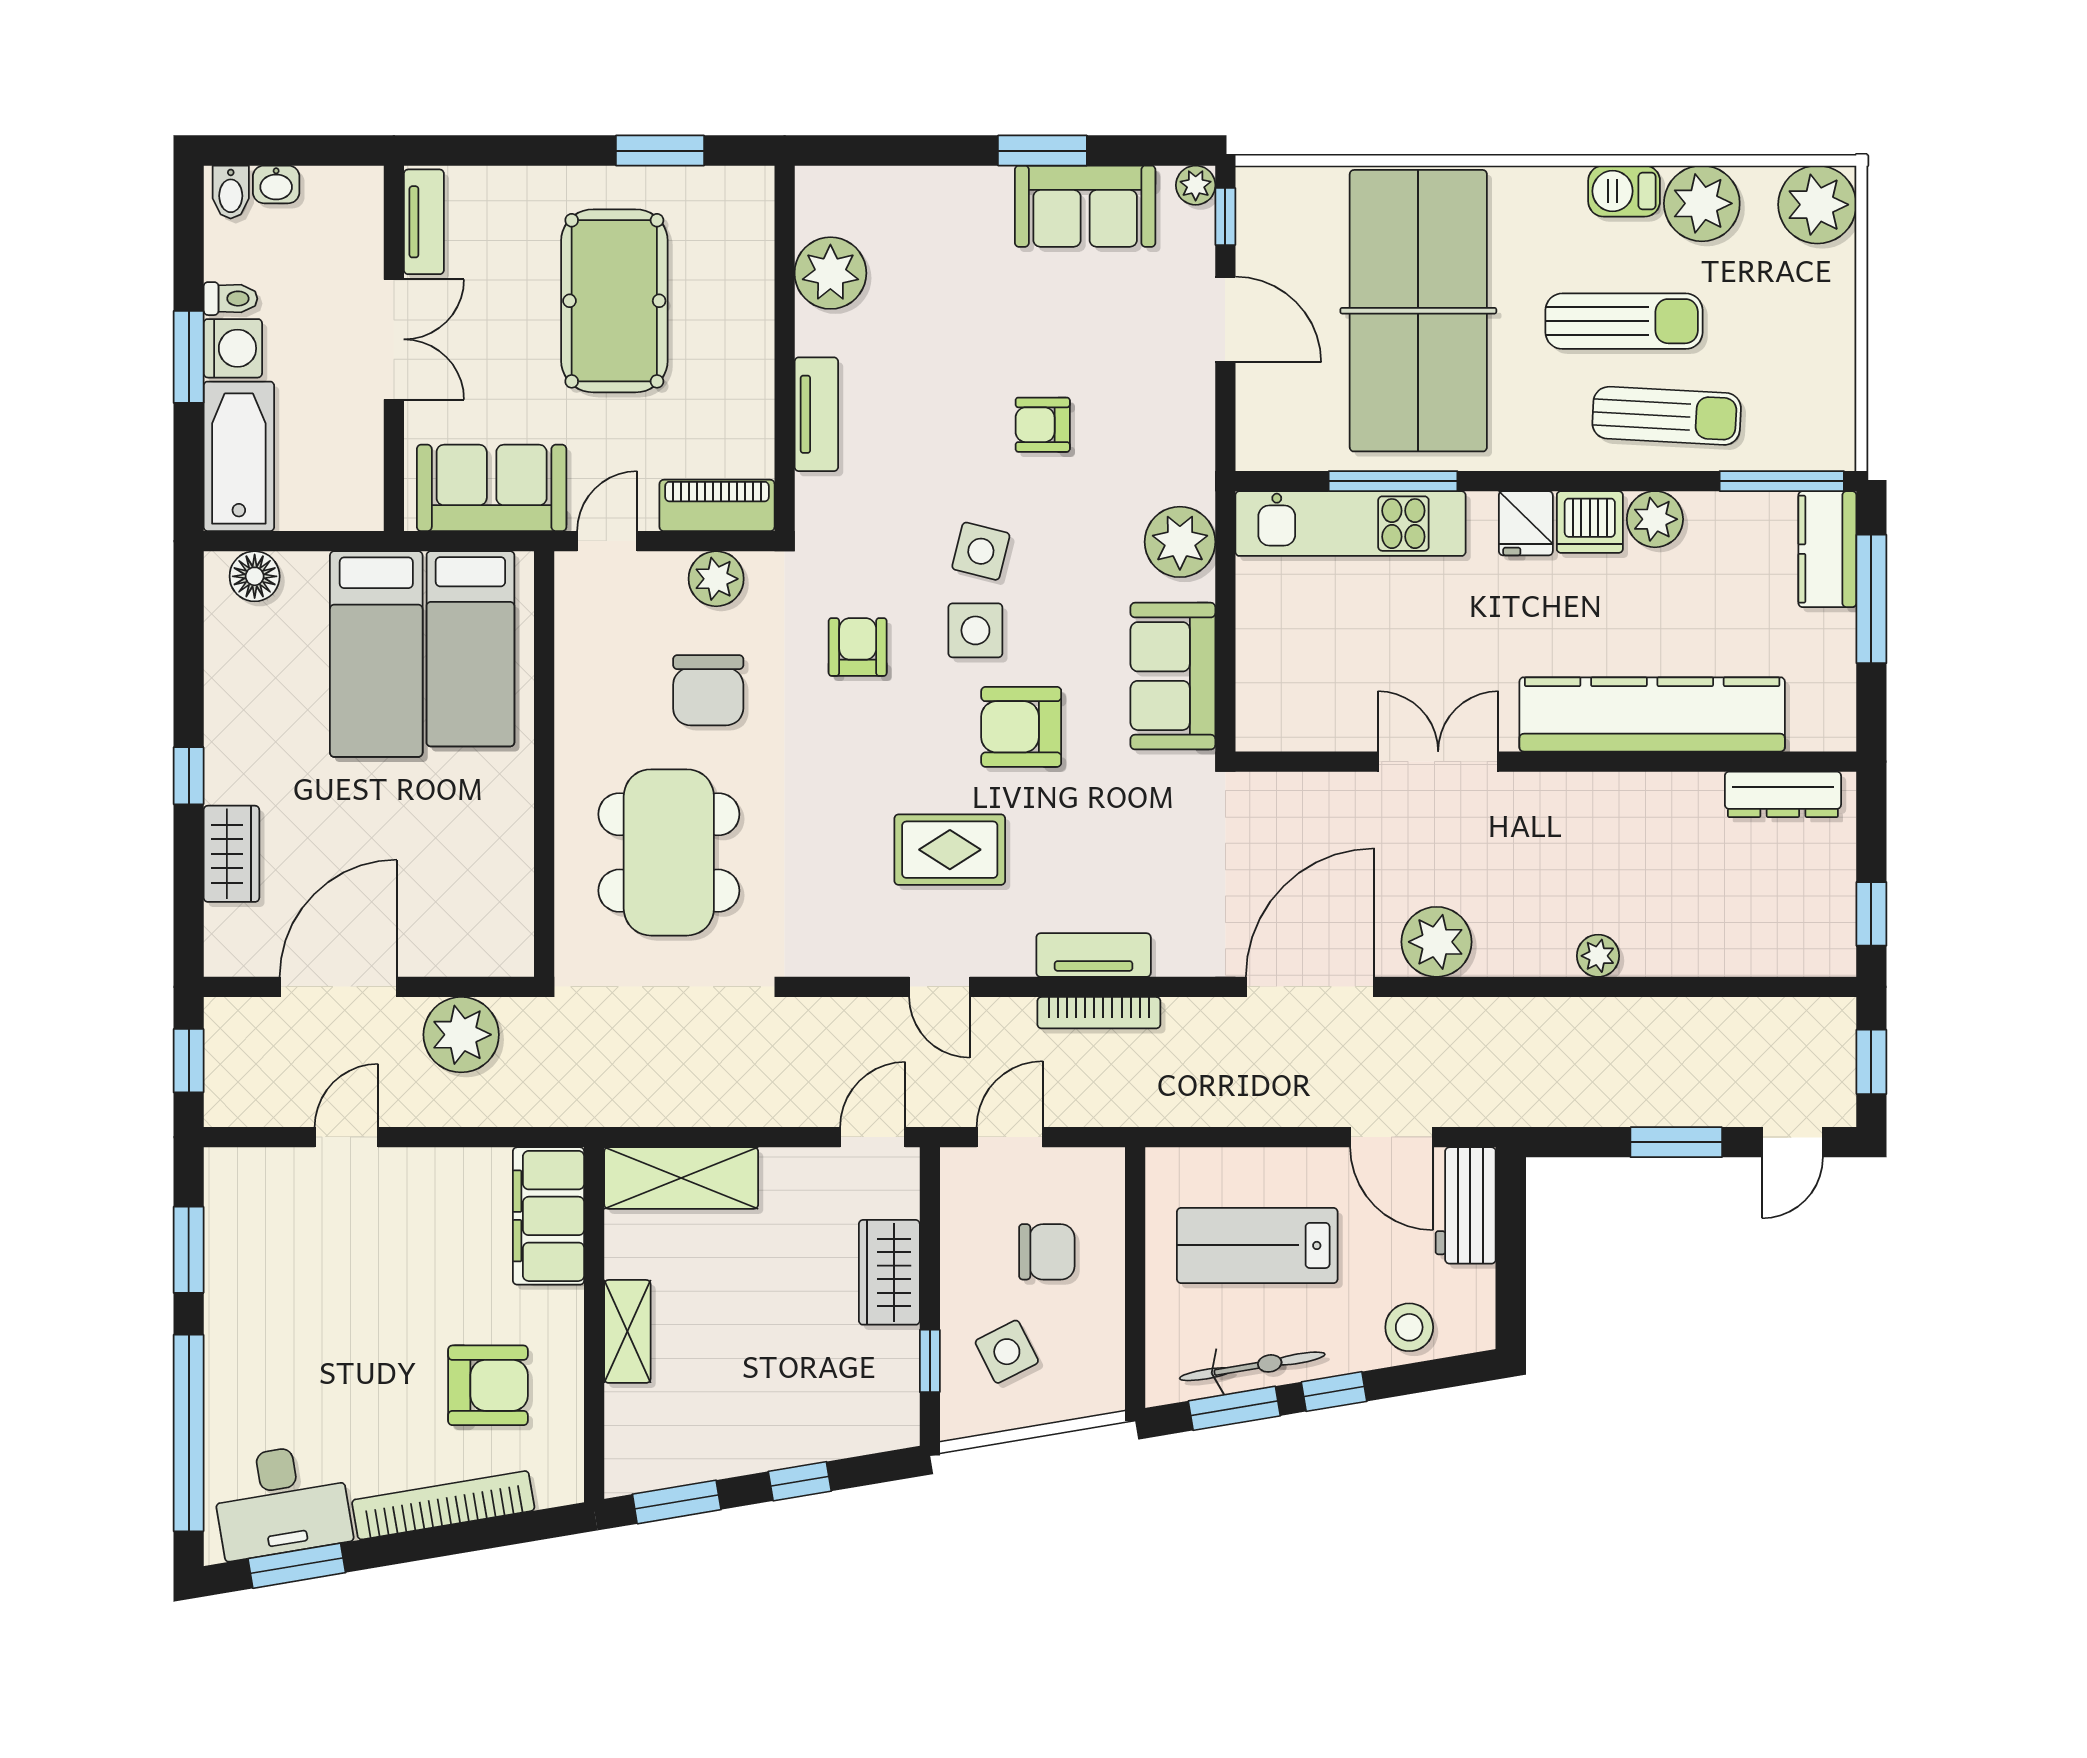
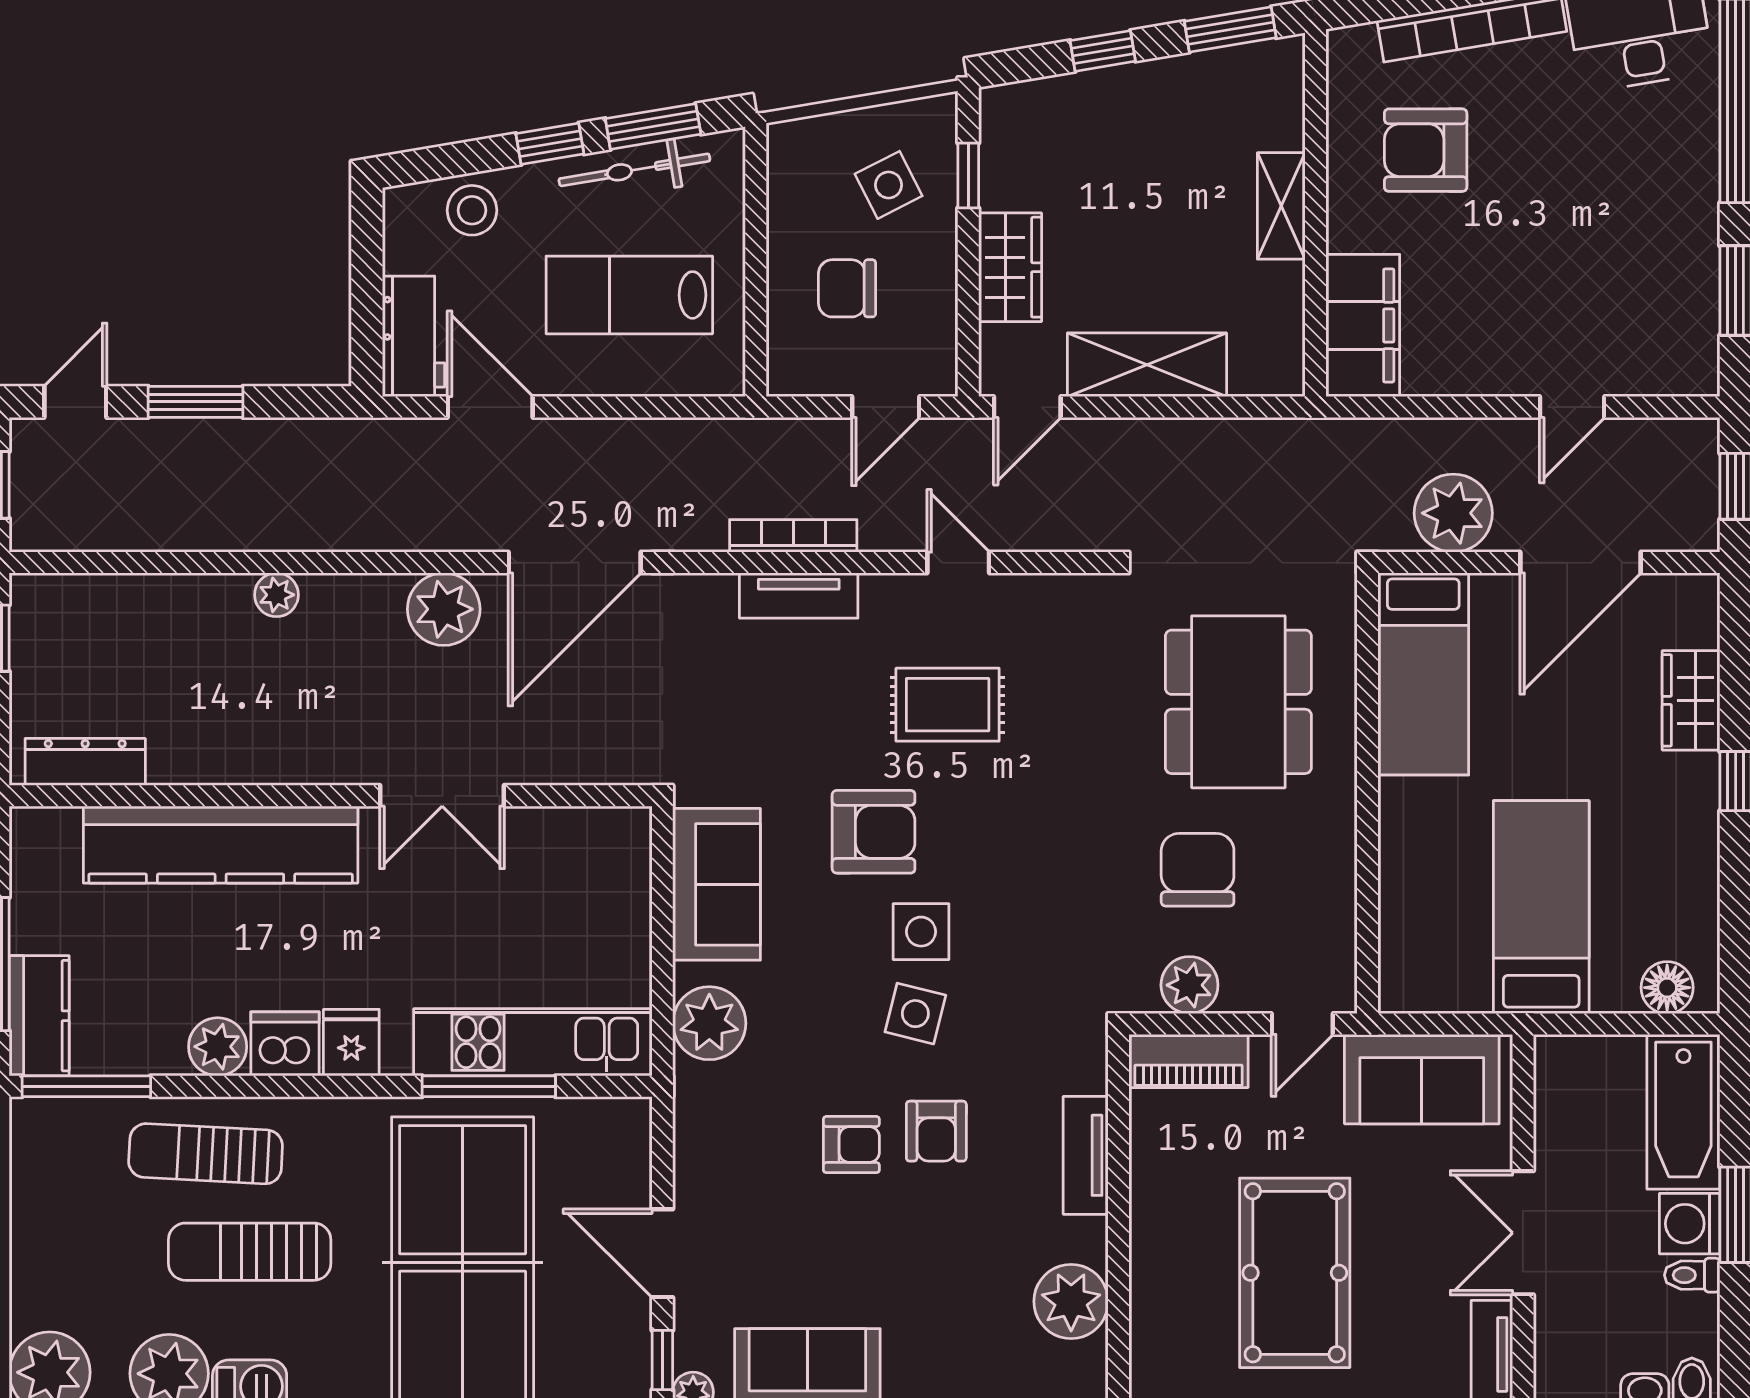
armchair: (858, 647) -> (936, 1131), moved
bed: (470, 649) -> (1423, 674), moved, turned 180
shelving: (681, 1178) -> (1147, 365), moved
lab bench: (1257, 1245) -> (629, 295), turned 180

